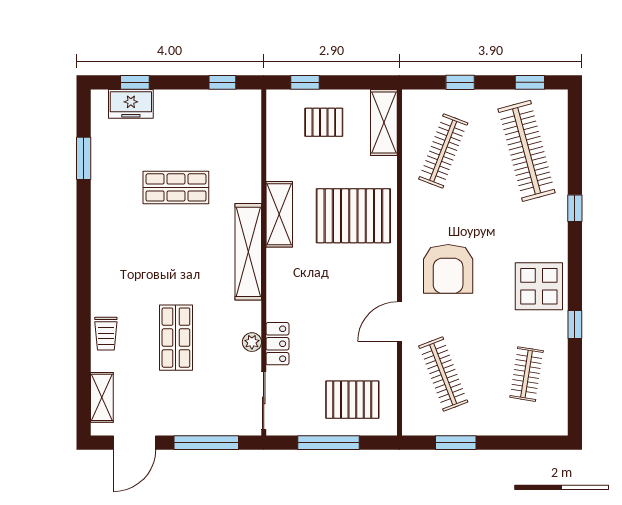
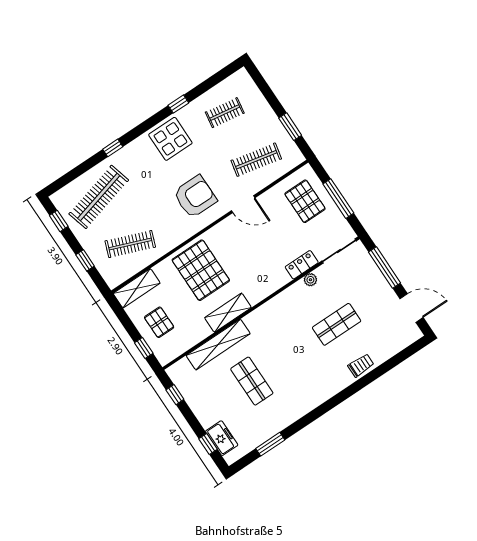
shelving: (248, 252) -> (218, 345), moved
clothes rail: (443, 374) -> (256, 160), turned 33
shelving: (102, 397) -> (398, 344), removed

